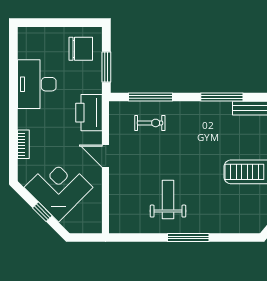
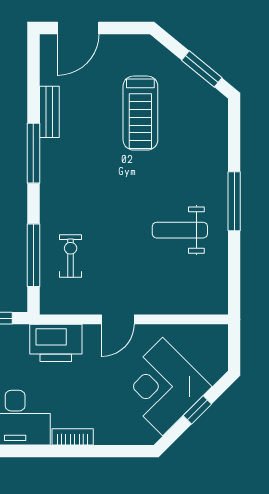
bookcase: (23, 144) -> (73, 437), moved

